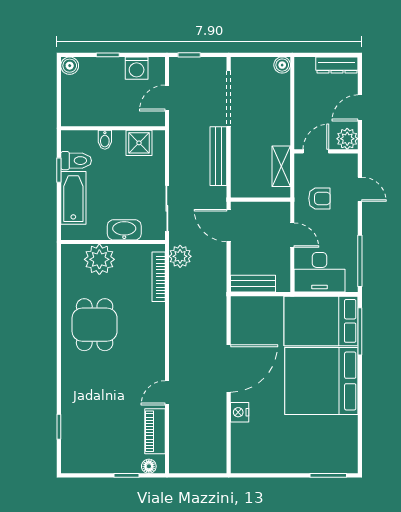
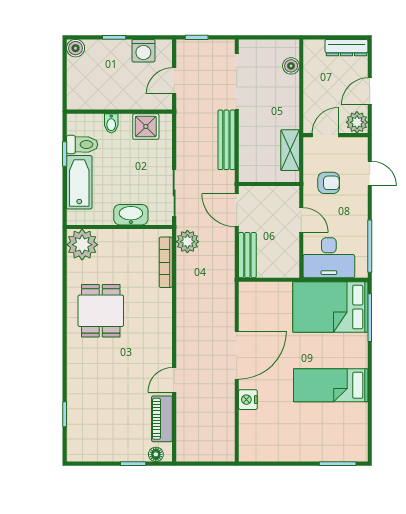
boiler: (282, 65) -> (291, 66), moved
plant: (99, 259) -> (82, 245), moved
bench: (253, 284) -> (247, 255), moved, turned 90
bed: (321, 381) -> (331, 385), width x0.49

